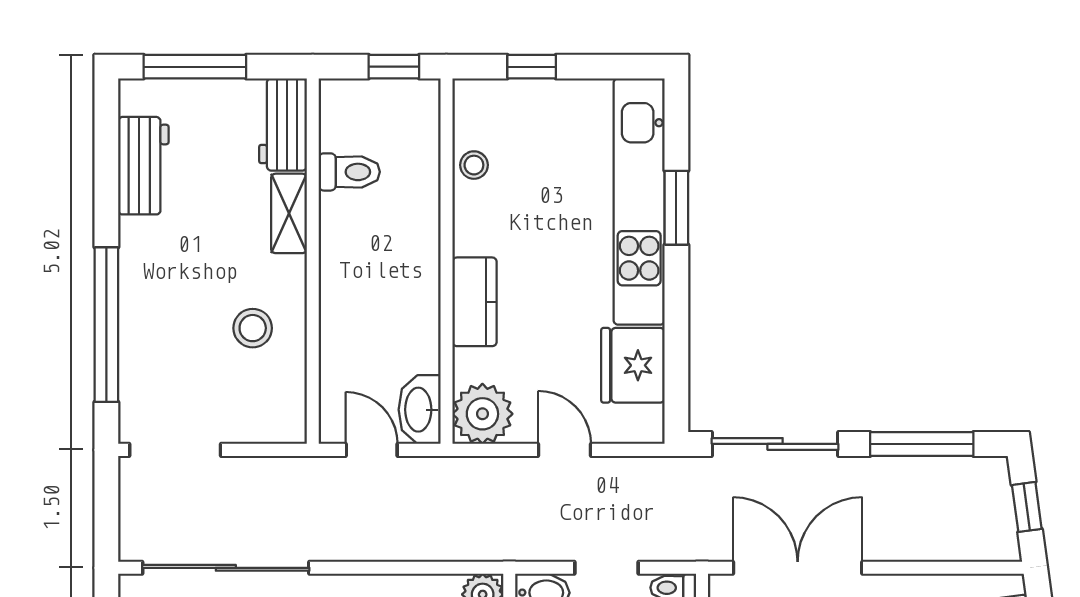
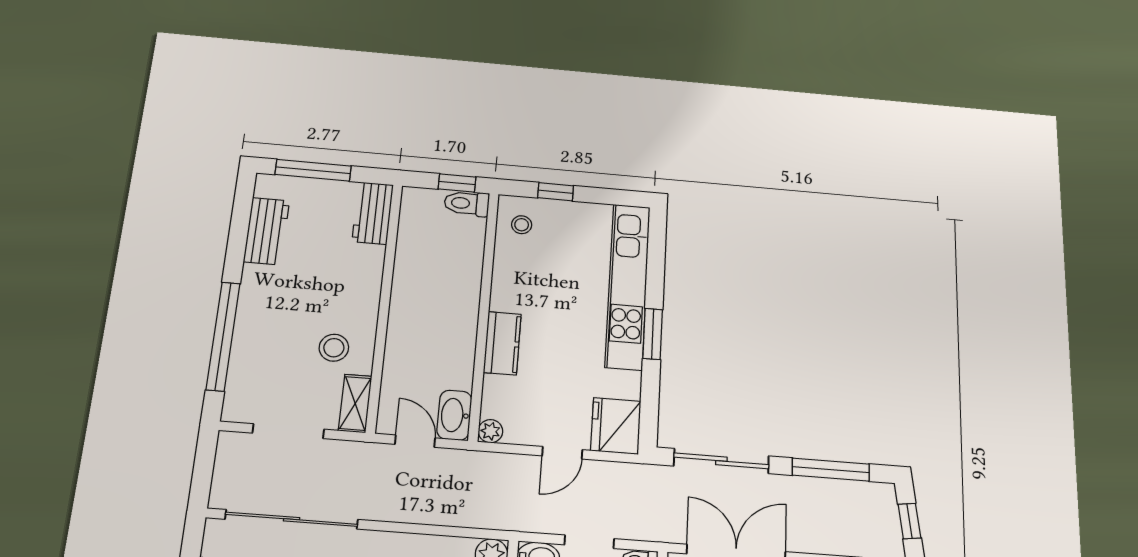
stool: (474, 165) -> (522, 225), moved
toilet: (349, 172) -> (467, 203), moved, turned 180
window: (676, 208) -> (653, 334), moved
shelving: (289, 213) -> (355, 403), moved
fridge: (633, 365) -> (616, 426), moved
plant: (482, 414) -> (490, 431), width x0.53, depth x0.53
doorway: (175, 450) -> (288, 431), moved
door: (564, 450) -> (562, 453), swing flipped

